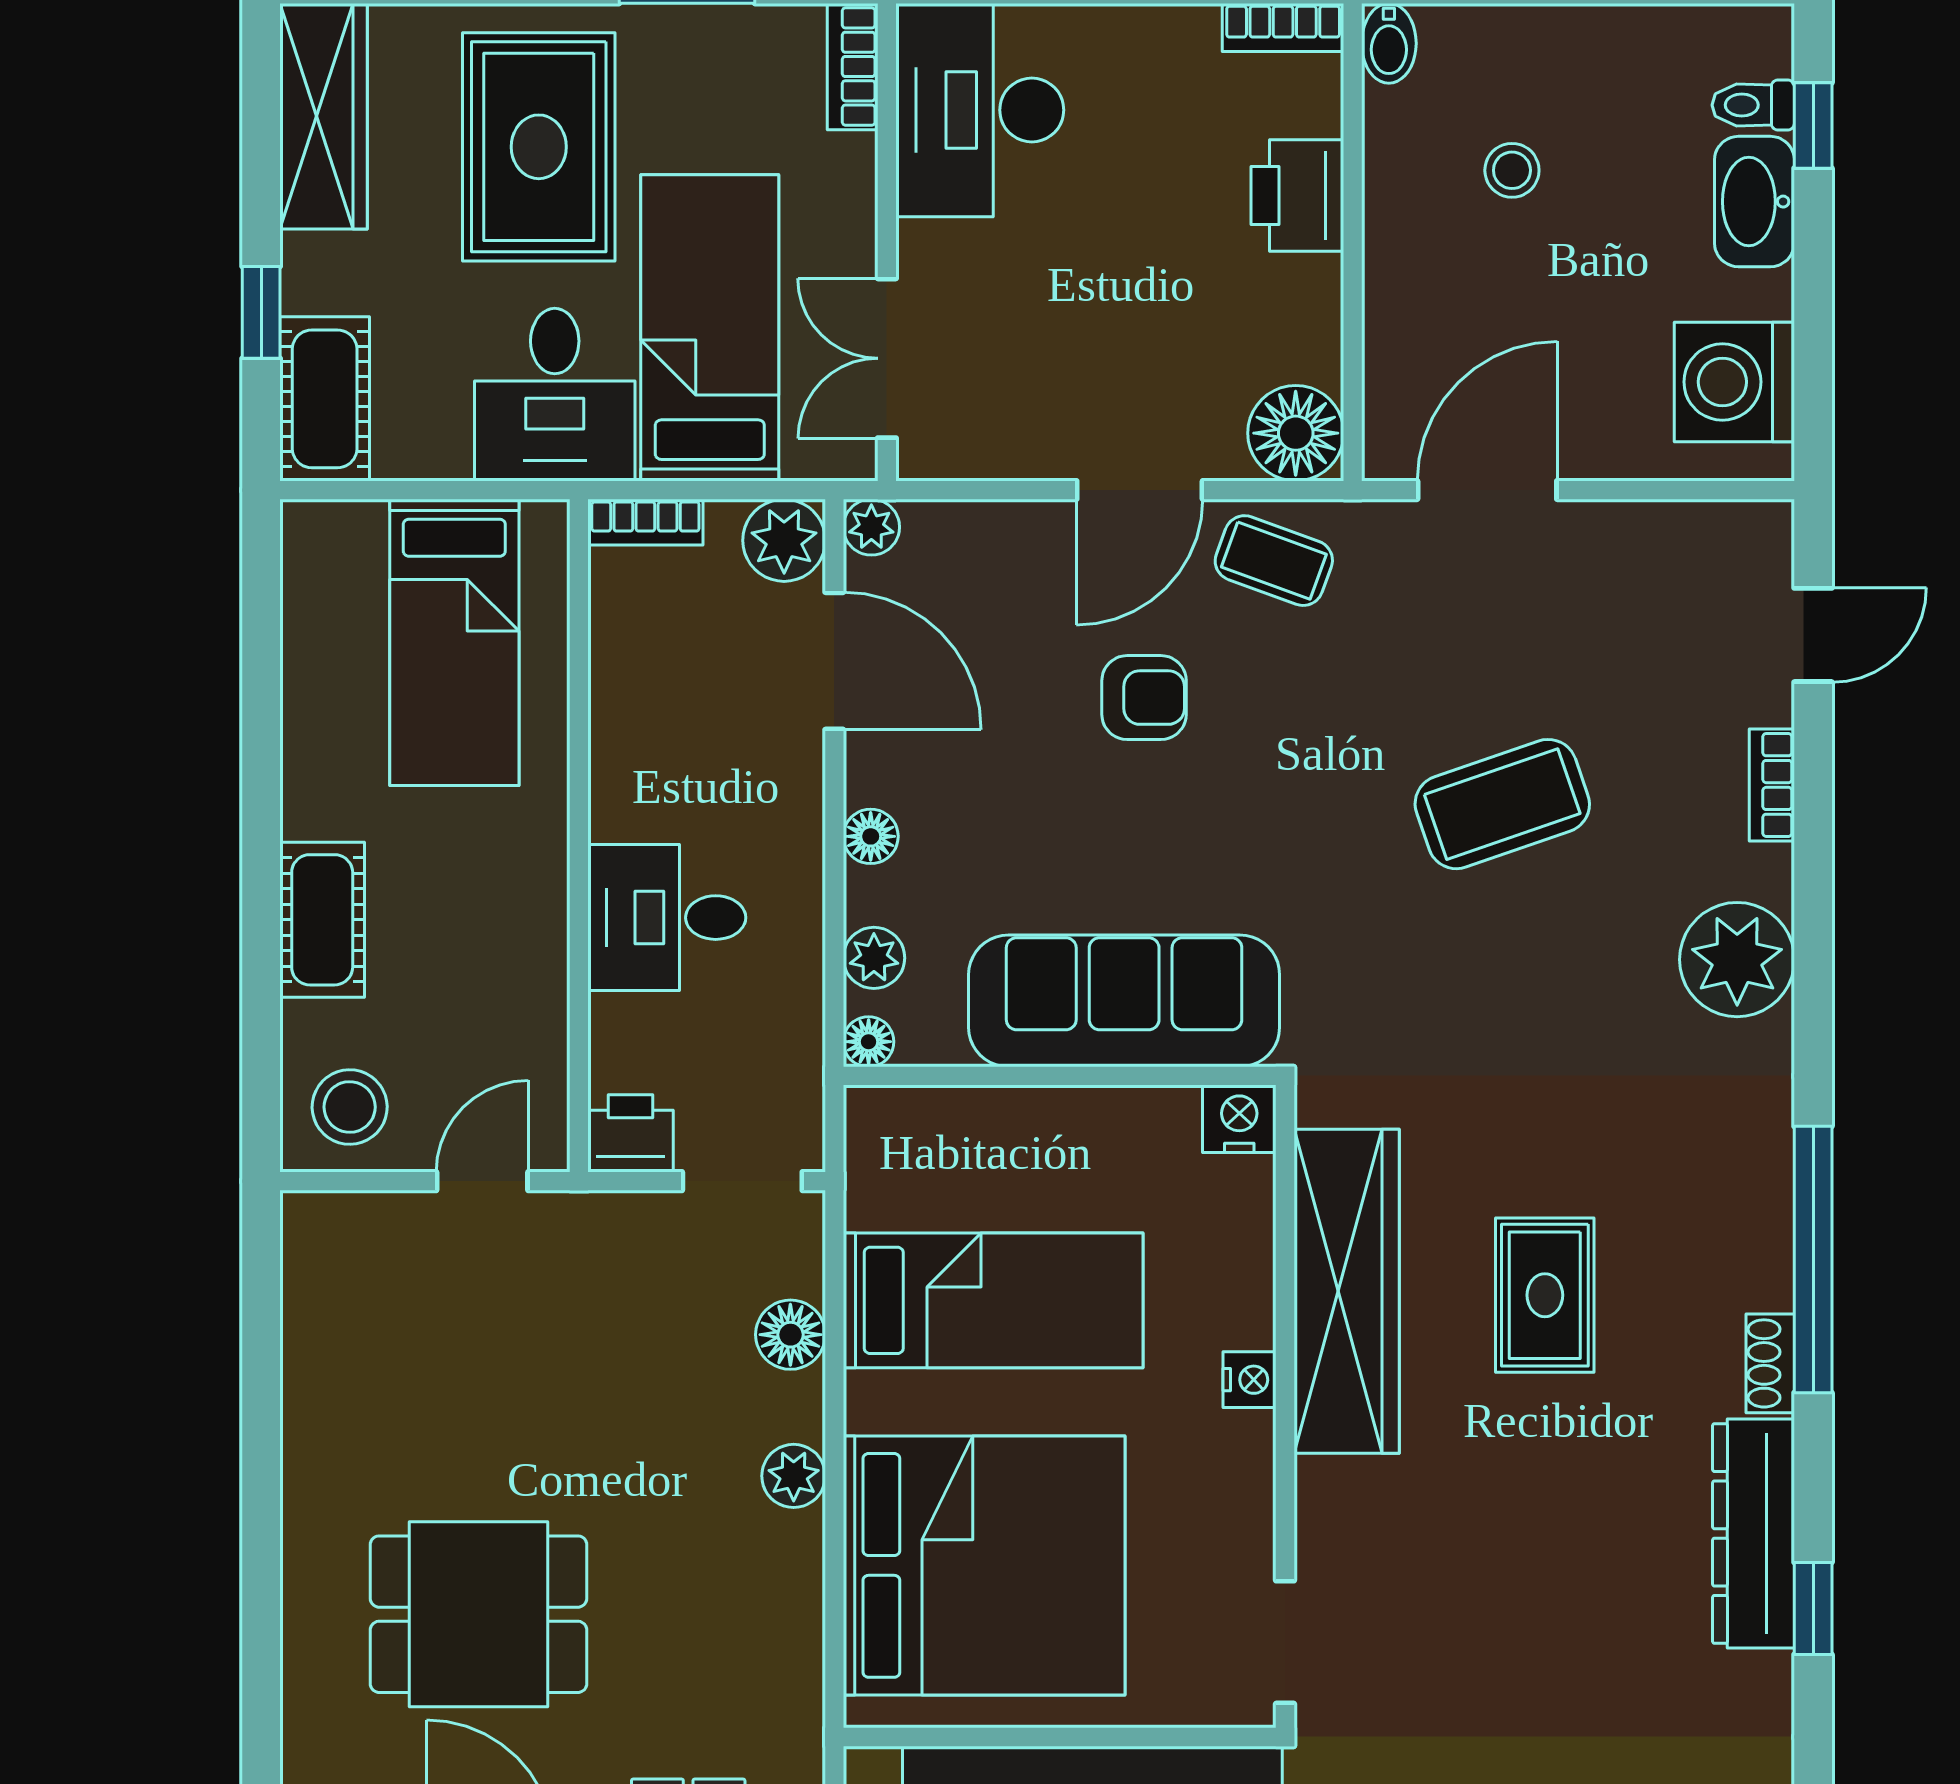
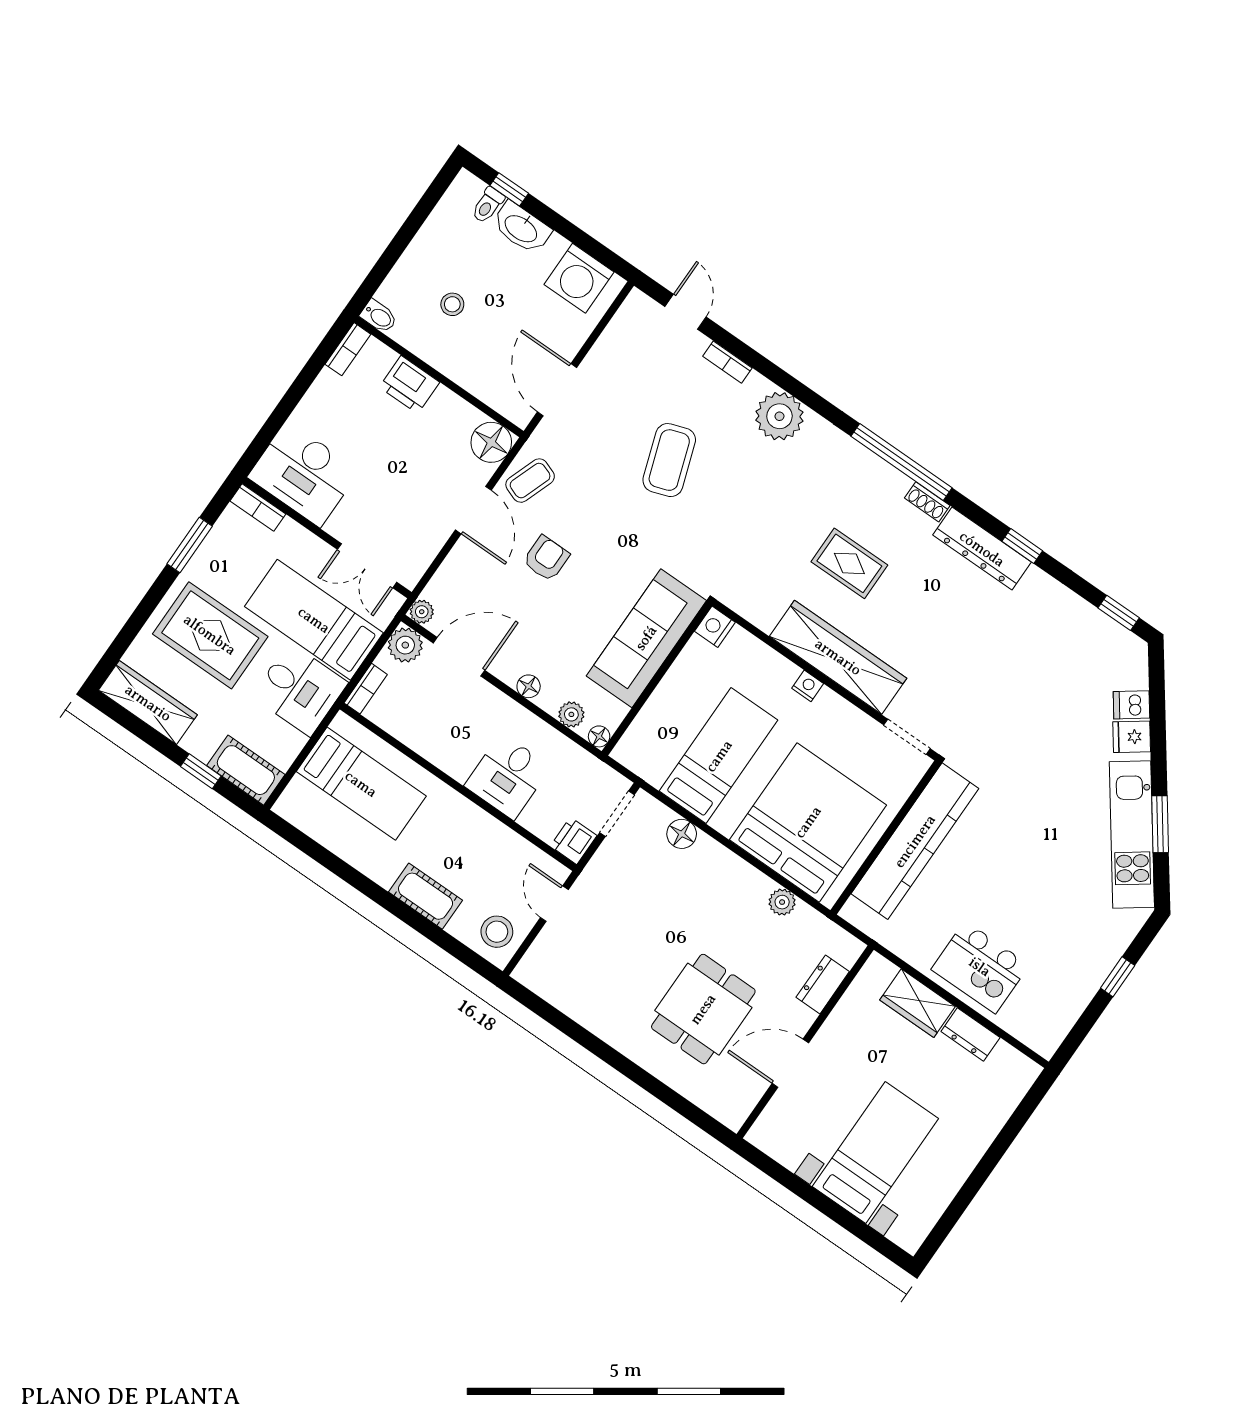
wardrobe: (1347, 1291) -> (838, 657), moved
plant: (794, 1476) -> (782, 902), moved

